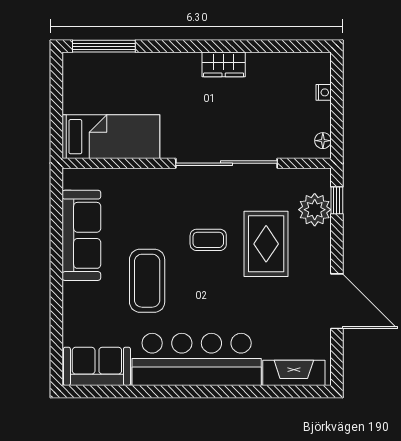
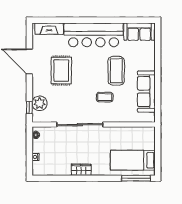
bed: (111, 137) -> (133, 160), moved
coffee table: (208, 240) -> (105, 97), moved
rug: (266, 244) -> (61, 71), moved

